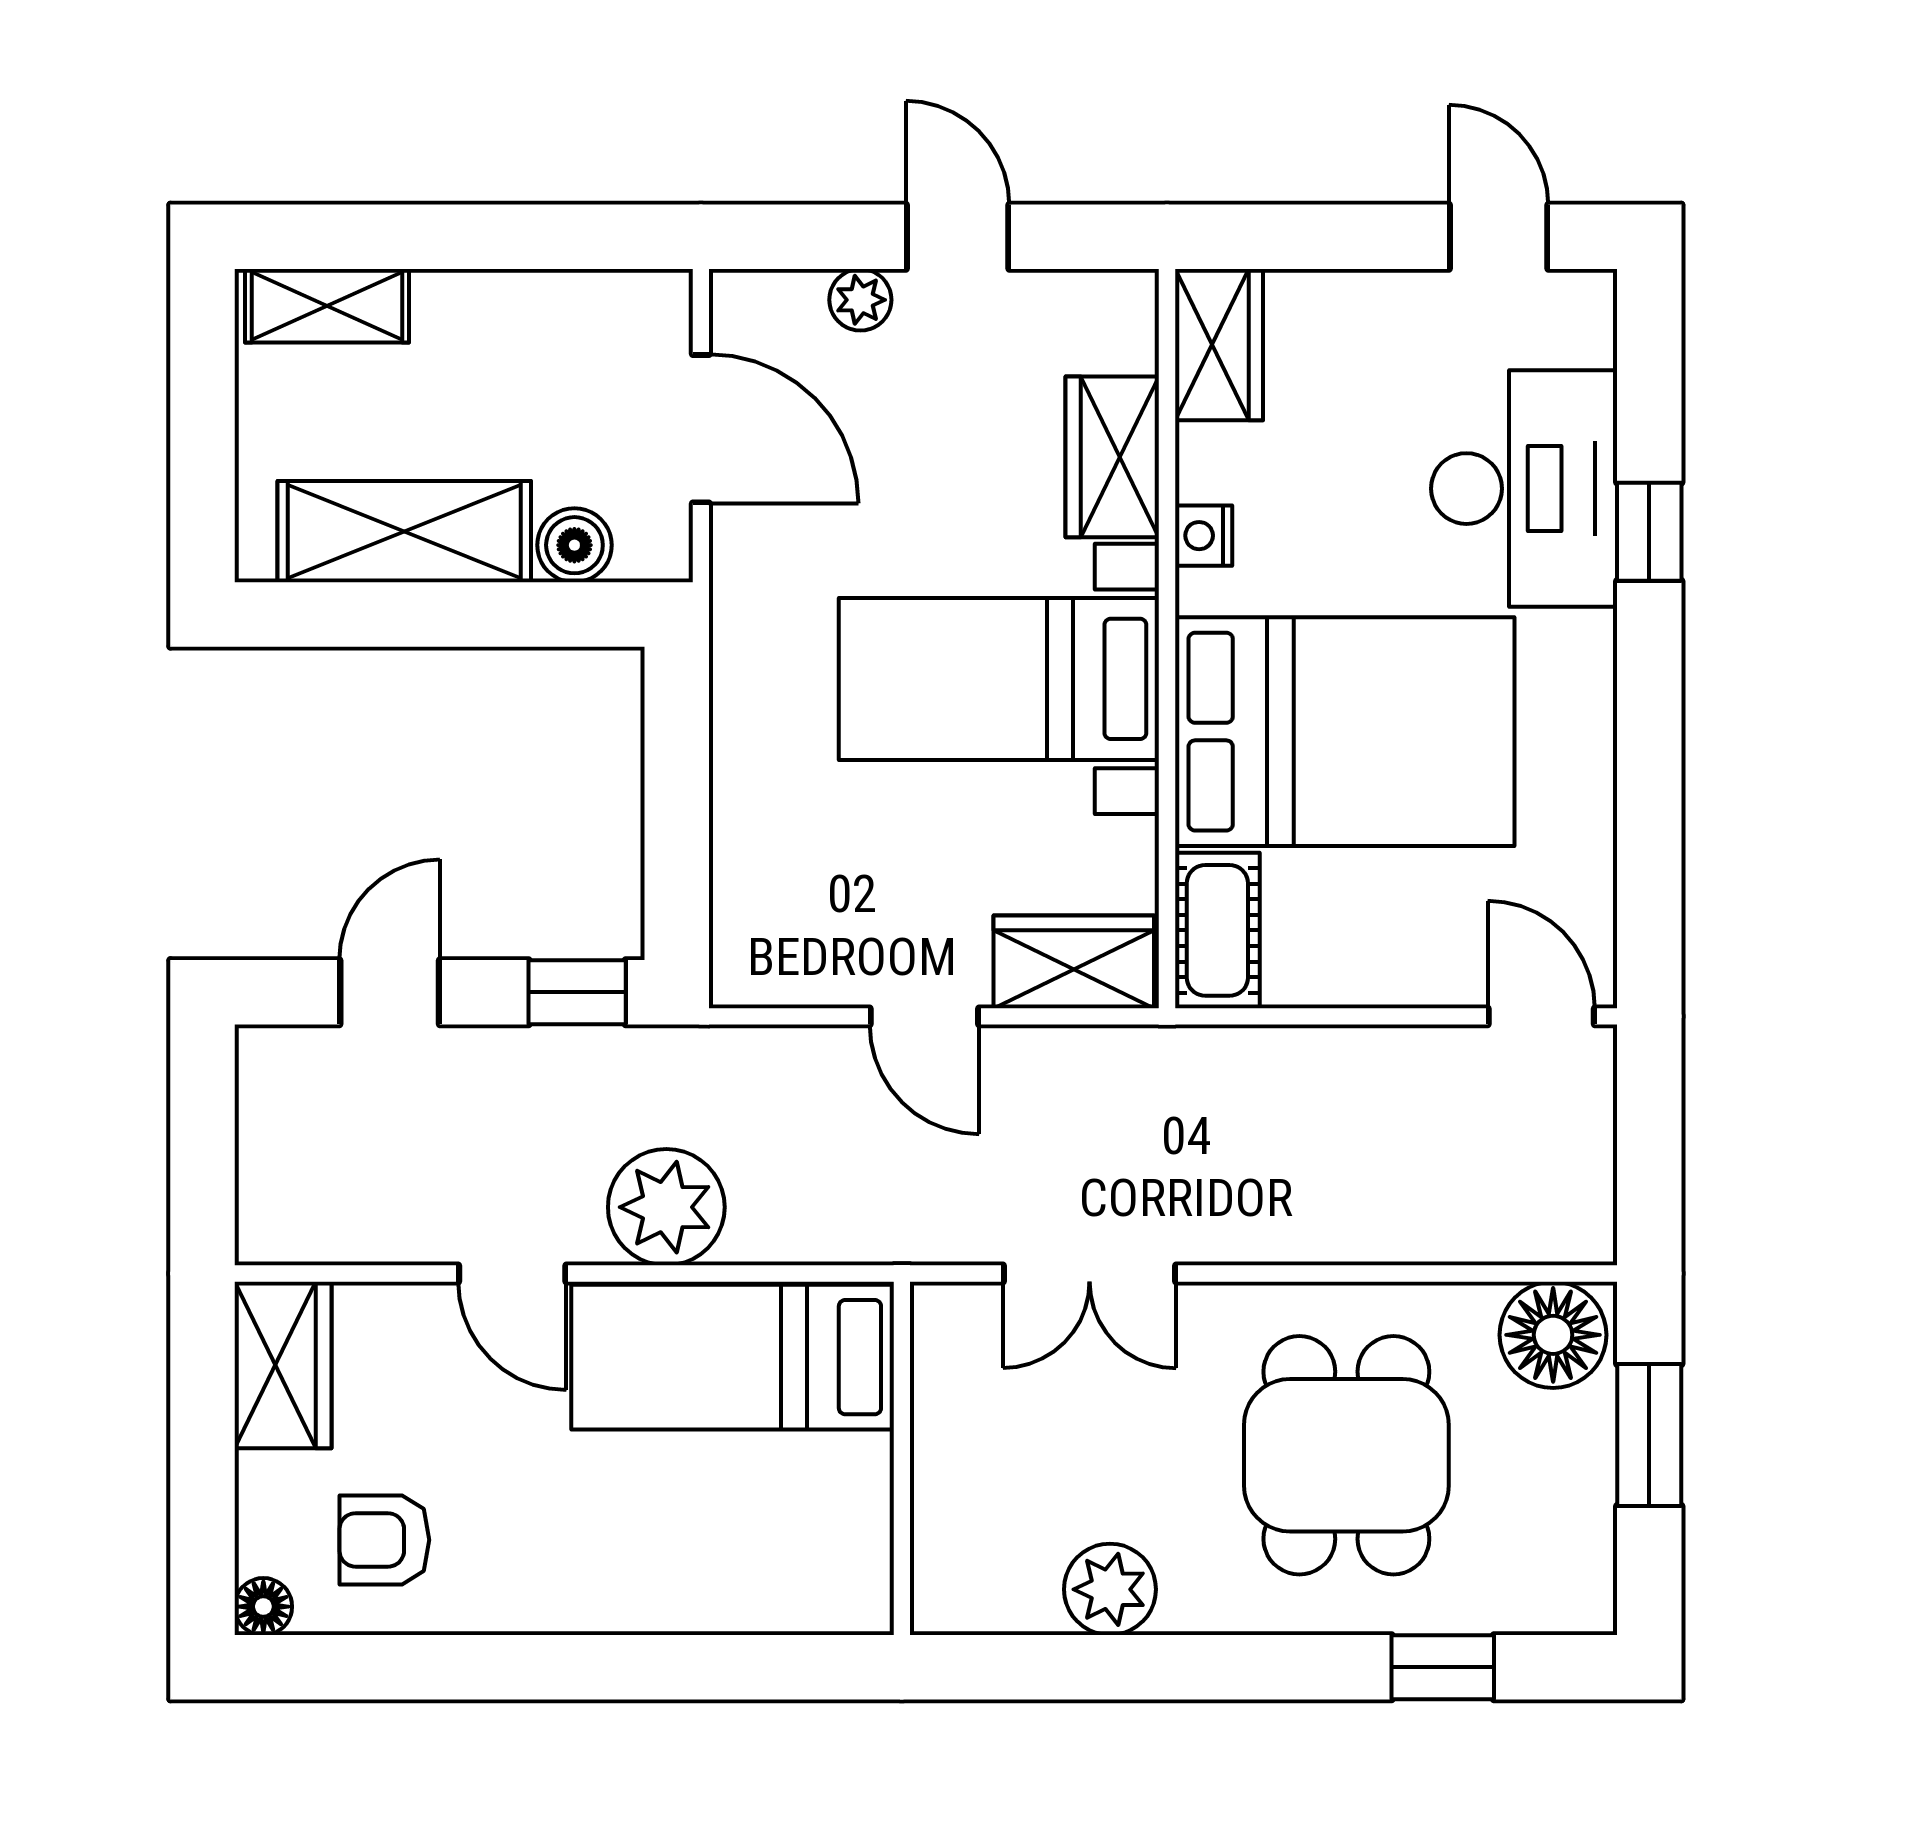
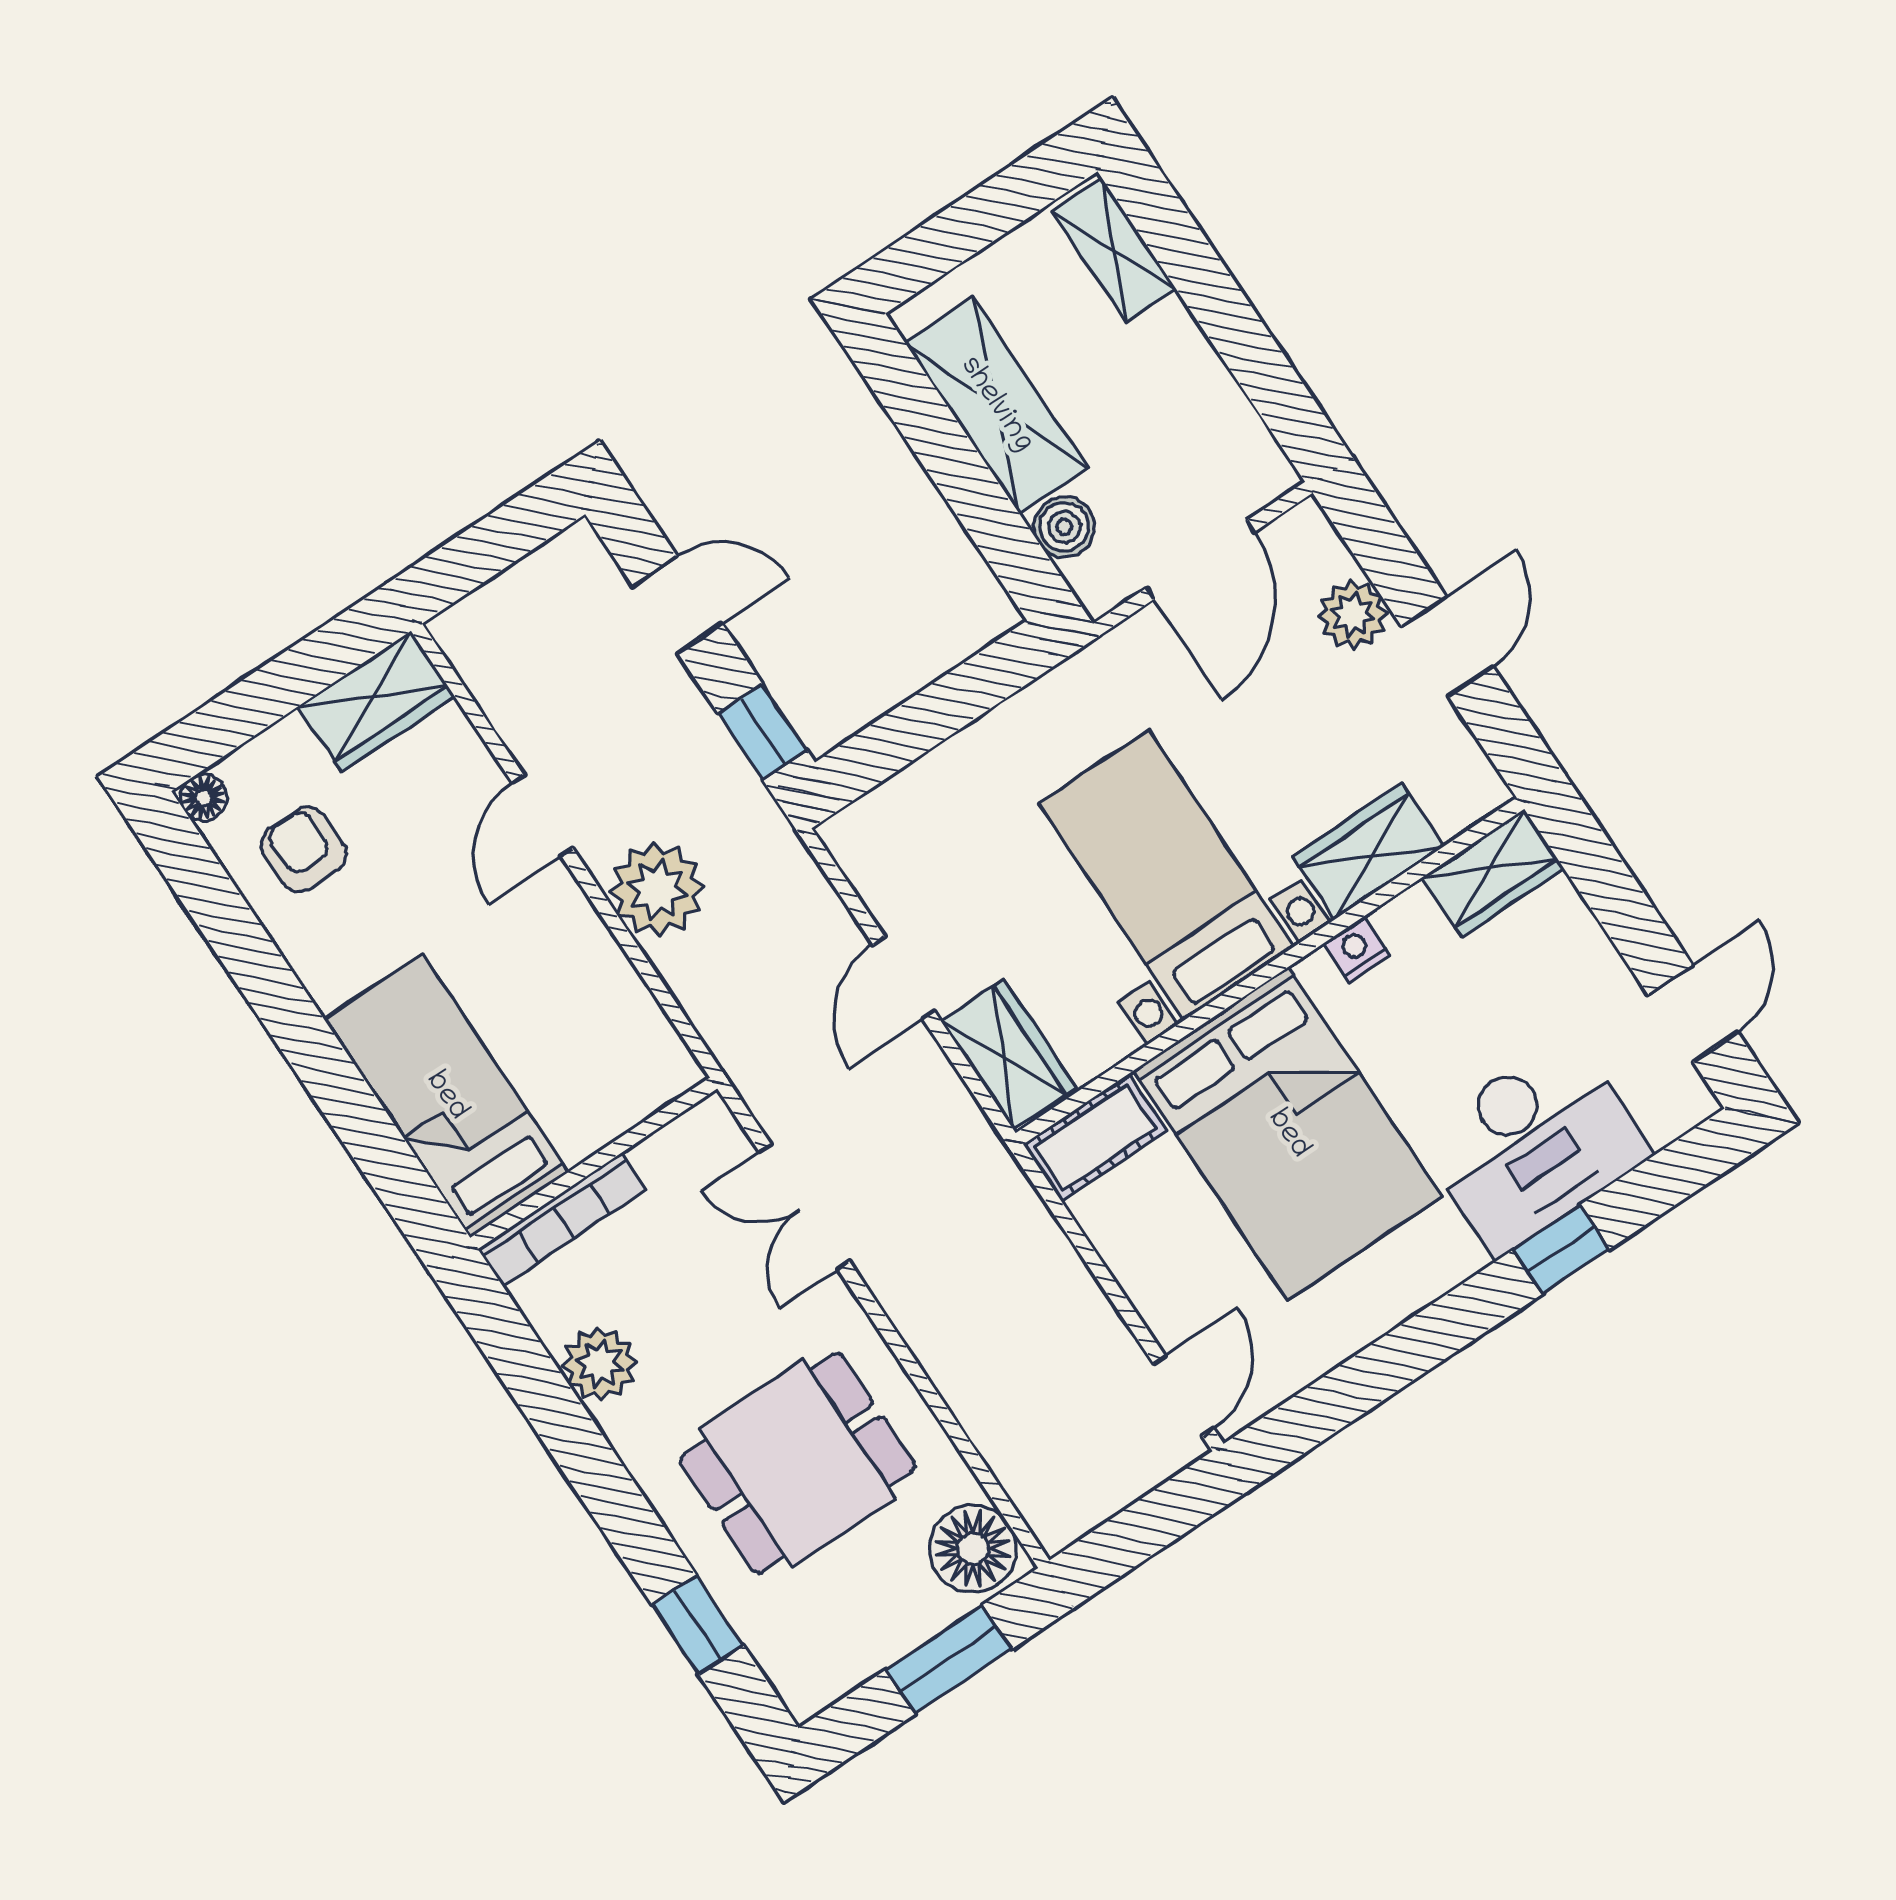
plant: (860, 300) -> (1353, 615), width x1.38, depth x1.38
bed: (733, 1357) -> (446, 1096), moved
bookcase: (937, 1529) -> (562, 1219), added

